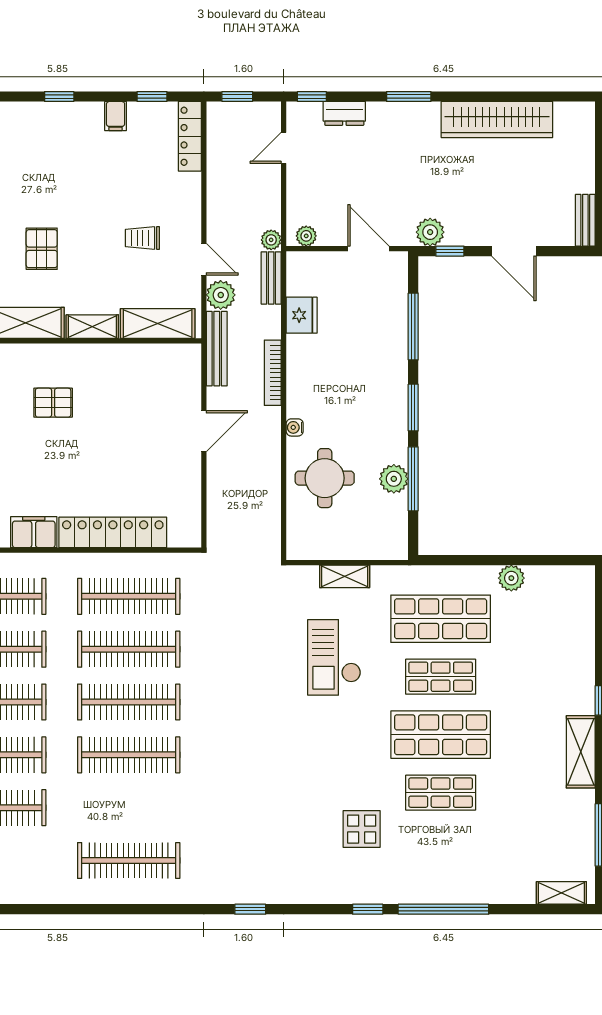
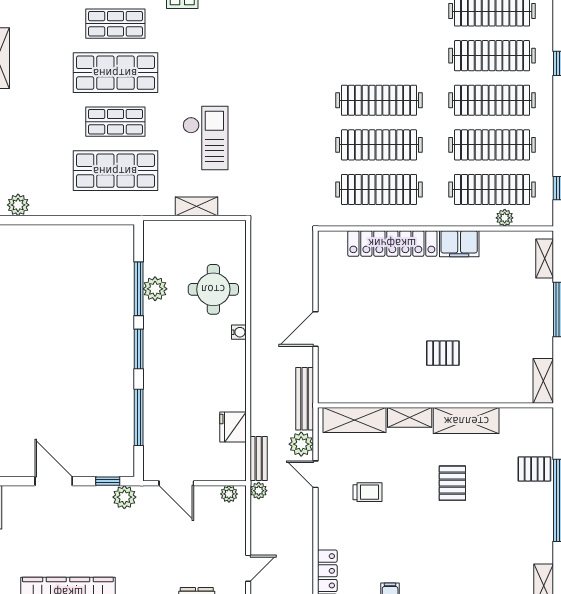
bookcase: (273, 373) -> (257, 378), removed
plant: (511, 578) -> (18, 205), moved
clothes rail: (129, 755) -> (379, 56), removed

